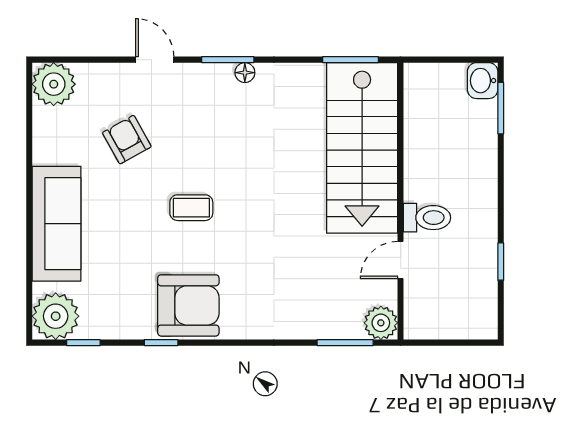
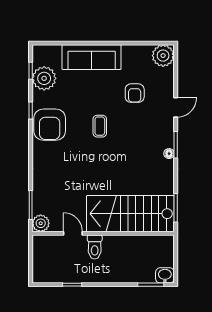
armchair: (127, 140) -> (135, 93), turned 119
plant: (56, 316) -> (44, 78), moved

